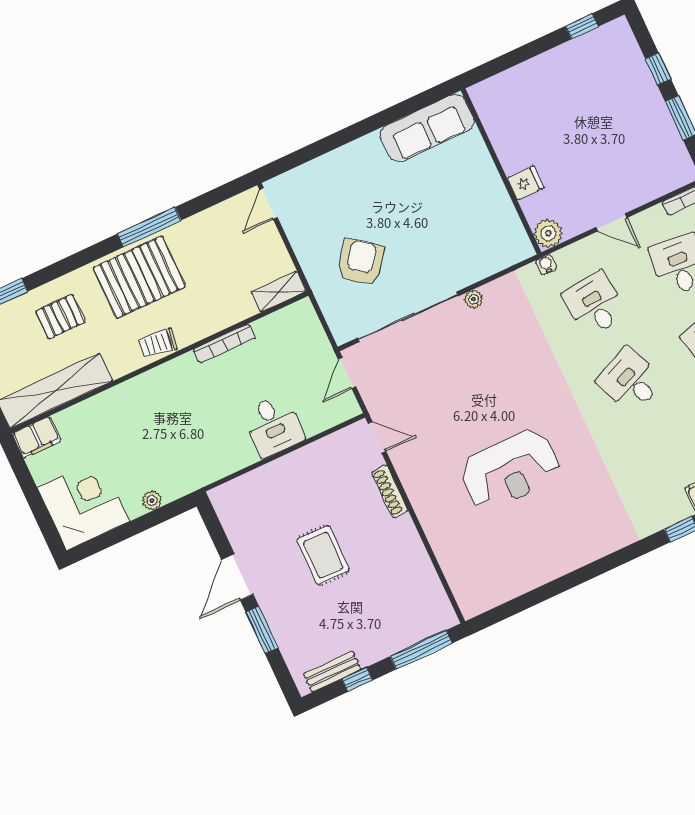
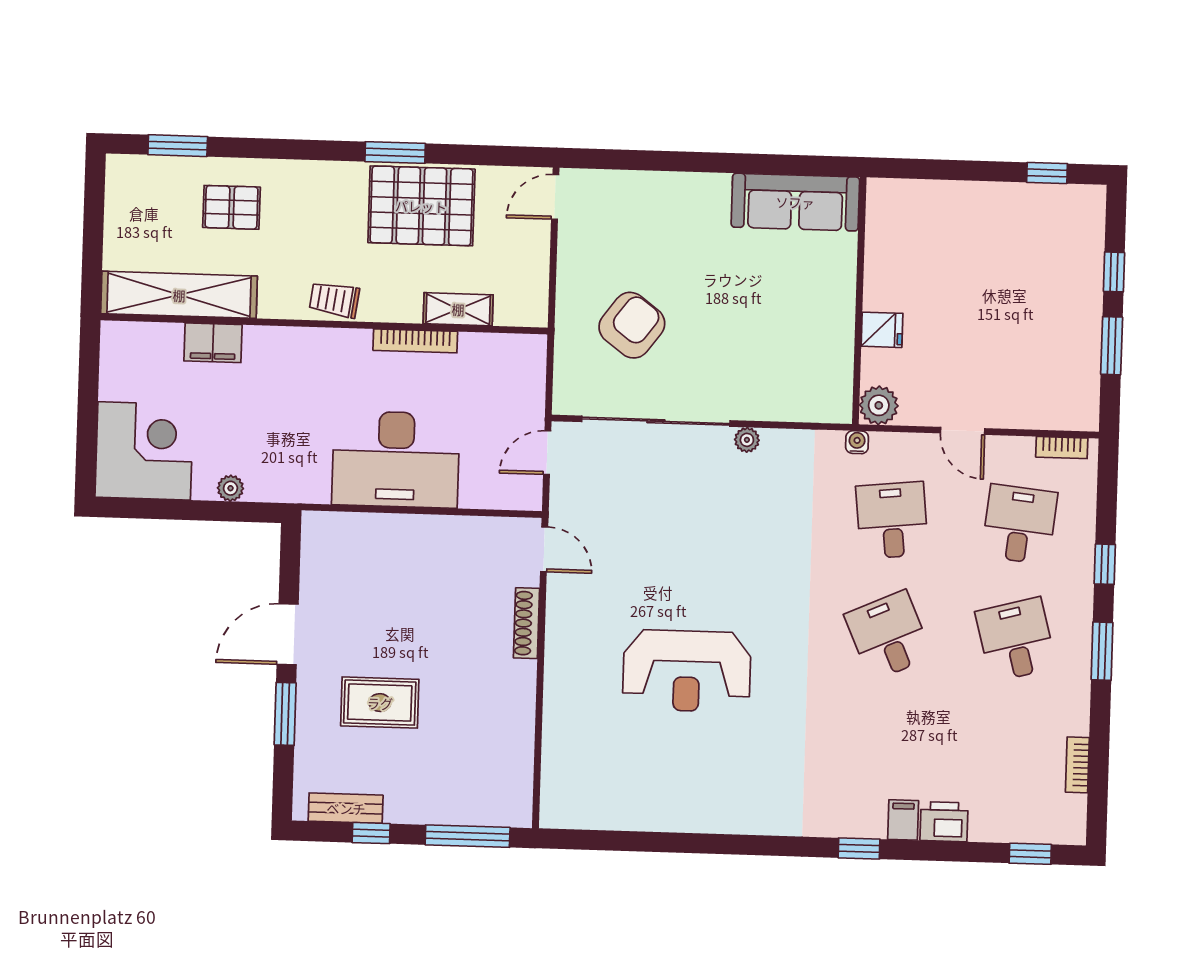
window: (149, 227) -> (395, 152), width x0.69
pallet: (139, 277) -> (421, 206), moved
shelving: (279, 292) -> (458, 309), moved
desk: (273, 425) -> (396, 459), width x1.87, depth x1.30
filing cabinet: (37, 437) -> (213, 343), moved
rug: (323, 555) -> (380, 703), moved, turned 90

